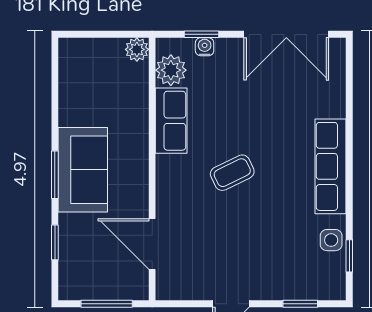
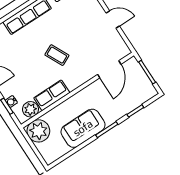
plant: (137, 49) -> (38, 131), width x1.88, depth x1.88
sofa: (83, 170) -> (83, 128), moved

